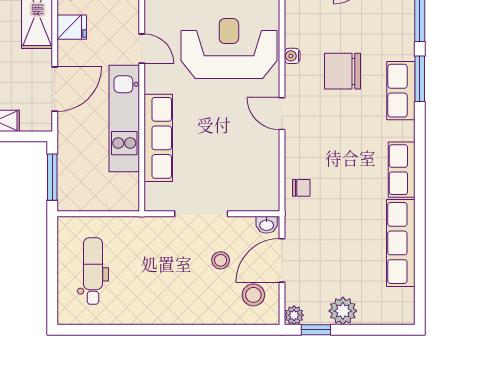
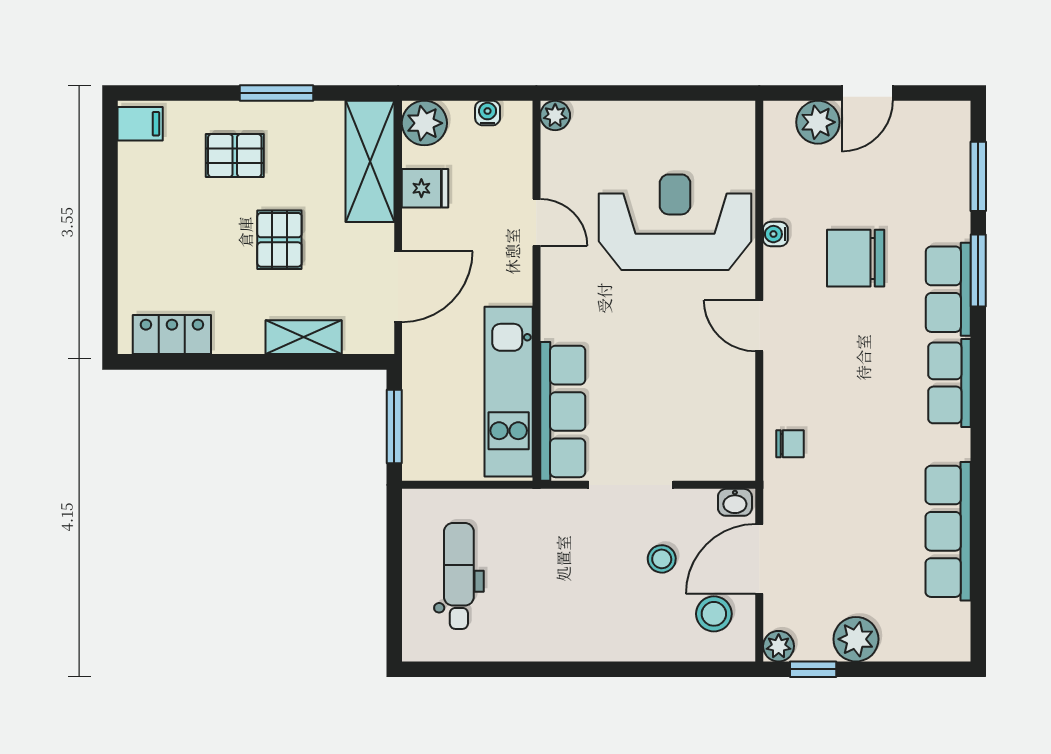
kitchen unit: (124, 118) -> (509, 392), moved
row of seats: (158, 138) -> (563, 411), moved
row of seats: (402, 170) -> (949, 383), moved

